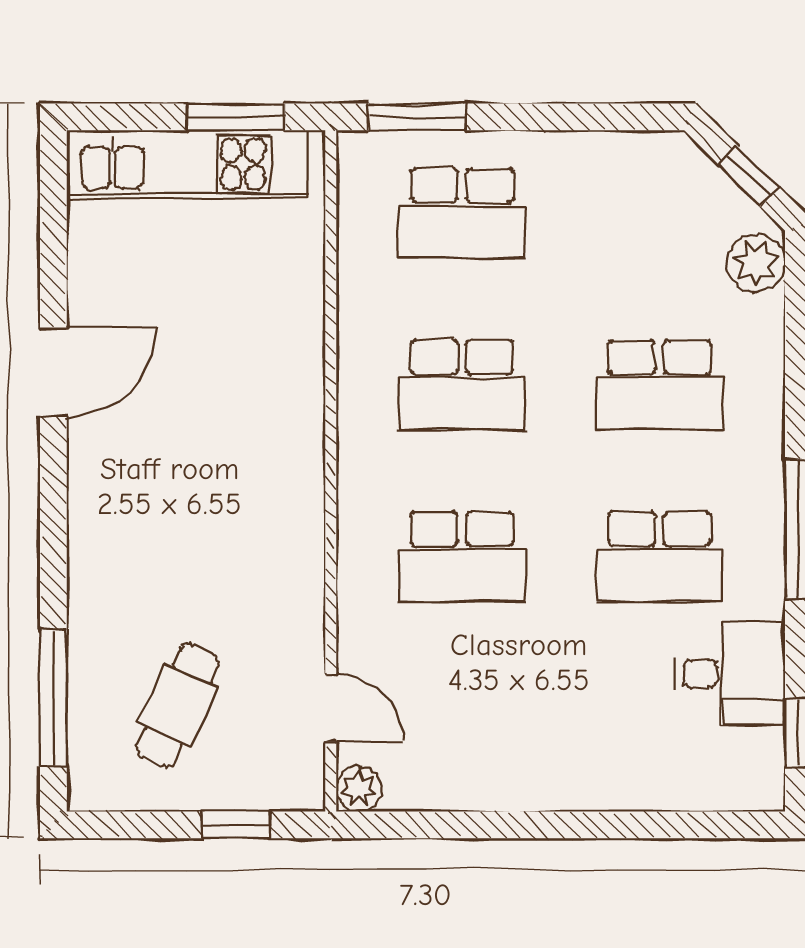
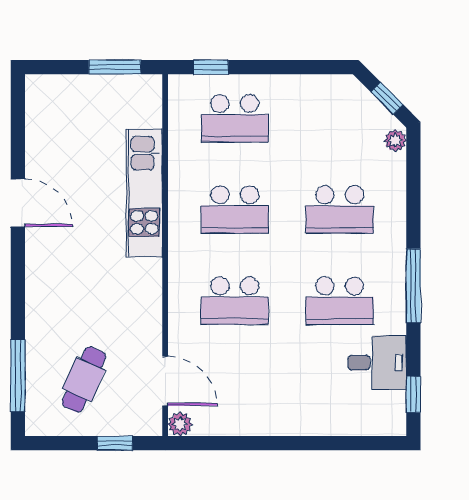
window: (417, 117) -> (211, 67), width x0.67
kitchen unit: (187, 164) -> (144, 193), moved, turned 90
plant: (756, 263) -> (395, 141), width x0.73, depth x0.73
door: (53, 372) -> (18, 203), hinge flipped
door: (331, 708) -> (165, 381), width x1.38

